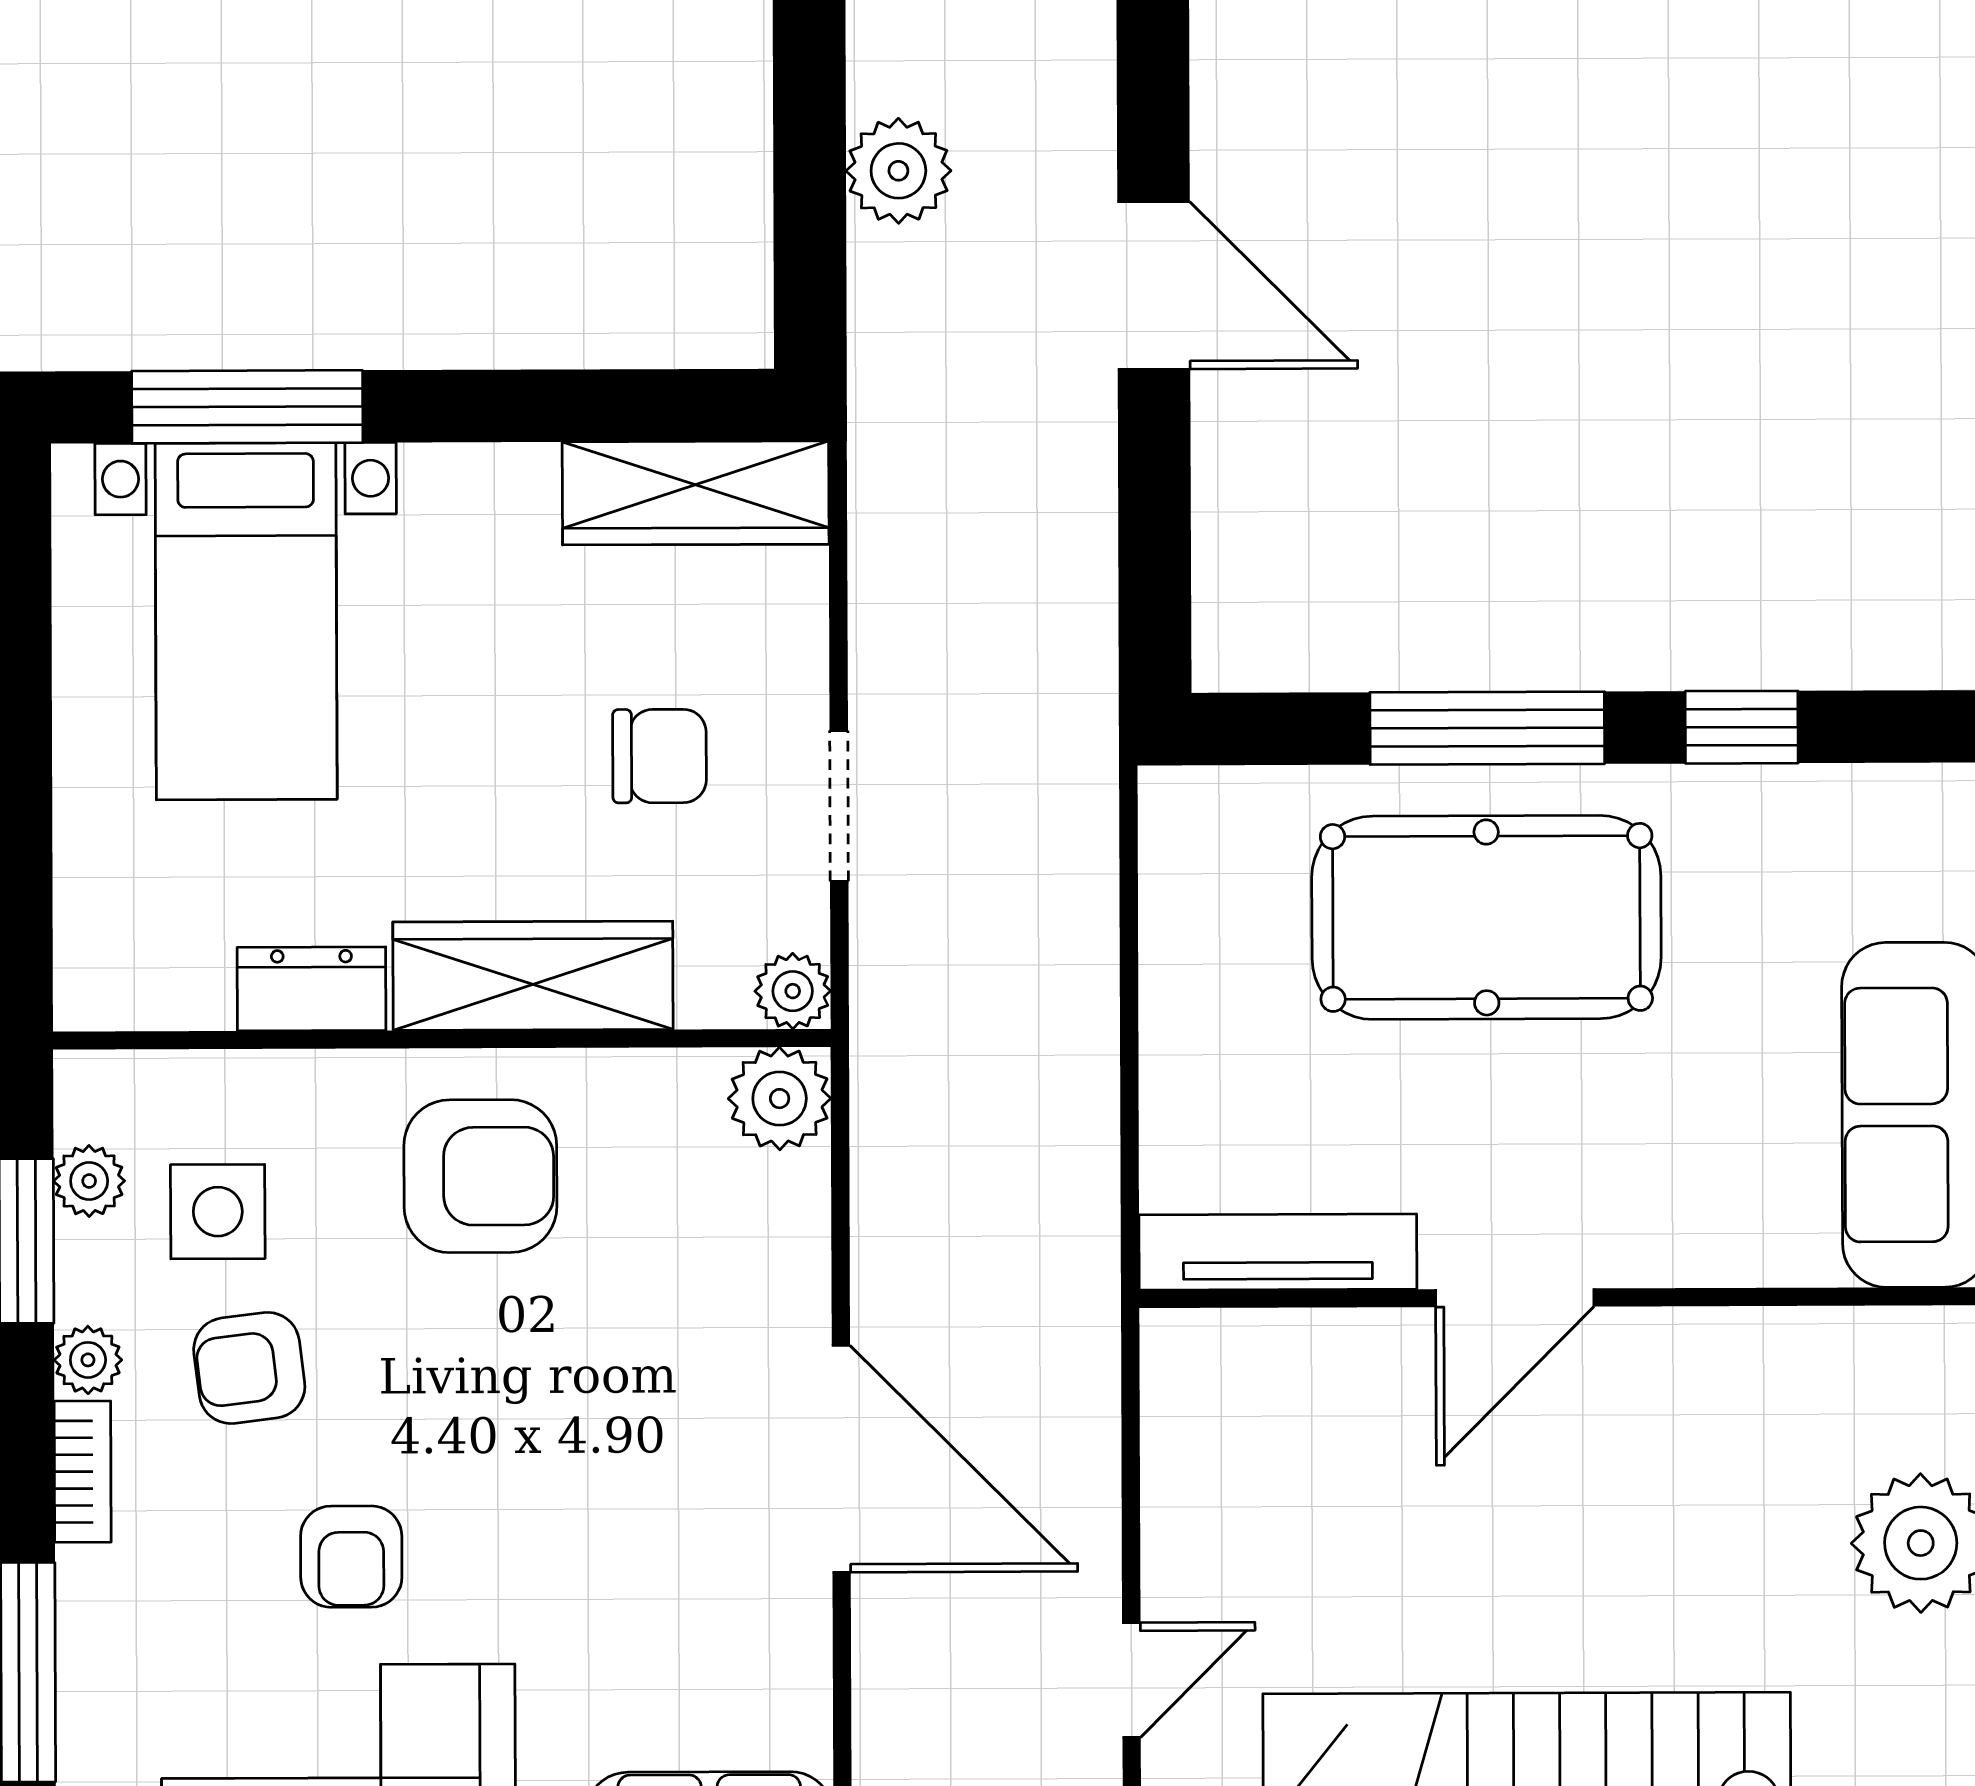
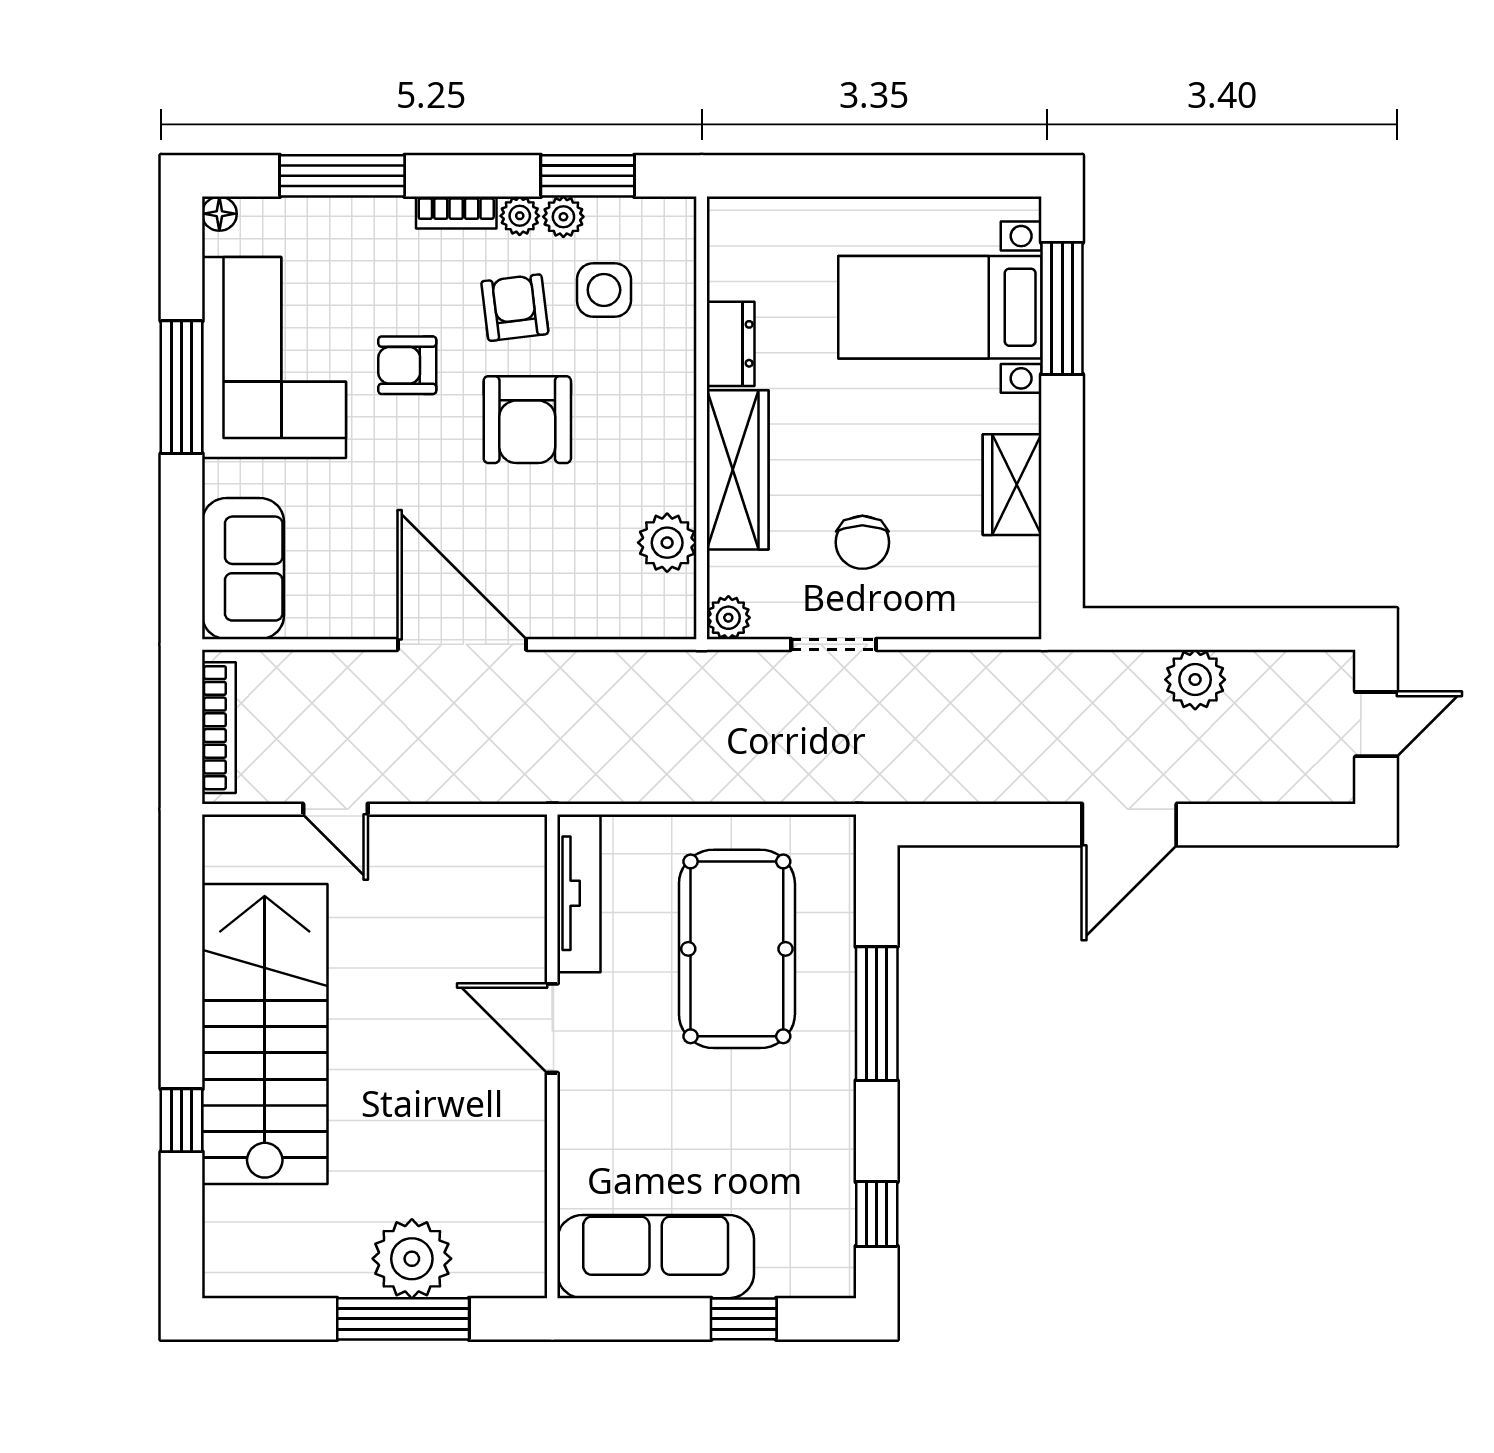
wardrobe: (696, 493) -> (1012, 485), moved, width x0.67
window: (1742, 727) -> (877, 1214), moved
pool table: (1486, 917) -> (737, 949), moved
plant: (780, 1099) -> (667, 543), moved
armchair: (480, 1176) -> (527, 420), moved
plant: (89, 1181) -> (563, 217), moved
door: (841, 1459) -> (462, 644), swing flipped

